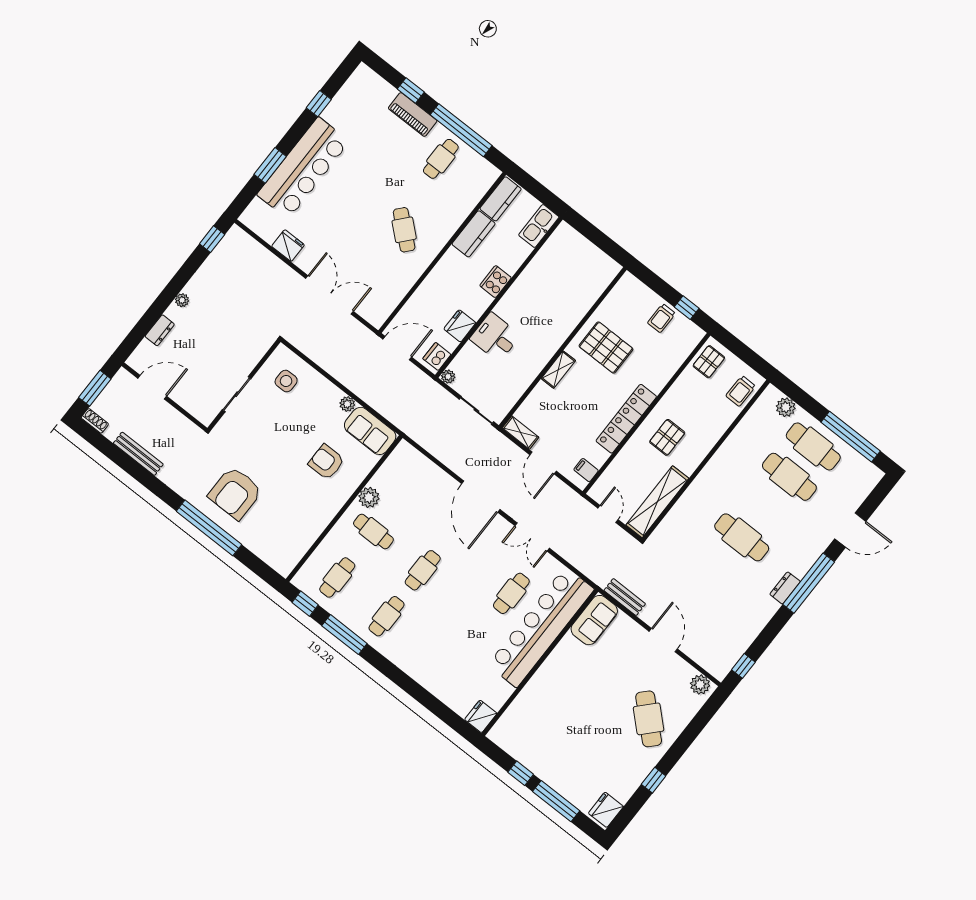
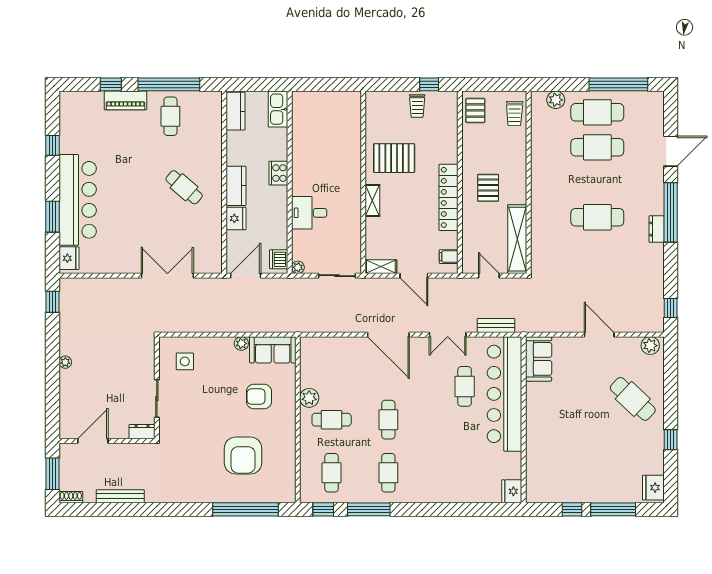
kitchen counter: (474, 234) -> (236, 186), moved
fridge: (288, 246) -> (69, 258), moved, turned 90
fridge: (460, 326) -> (236, 218), moved, turned 180
dresser: (160, 330) -> (142, 432), moved, turned -90
armchair: (235, 493) -> (243, 456), moved
window: (209, 528) -> (245, 509), moved
bench: (625, 597) -> (496, 325), moved

